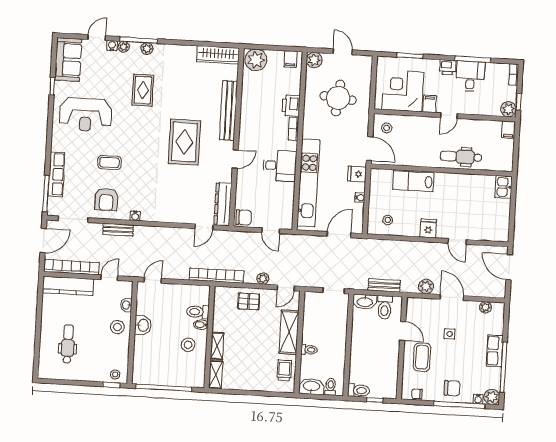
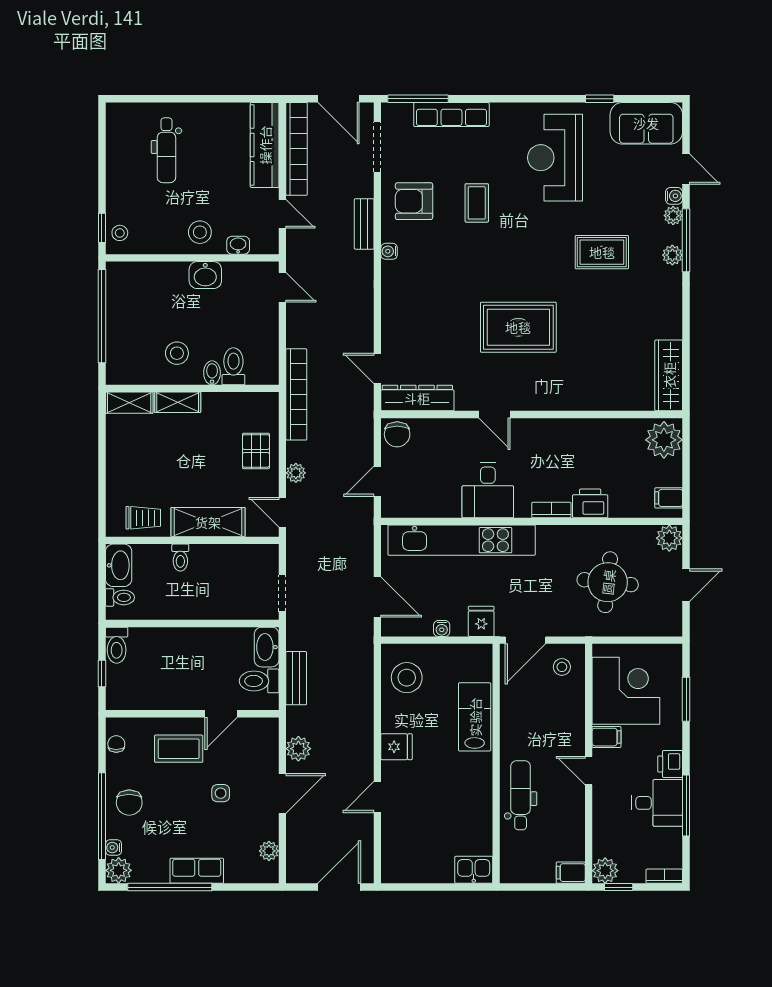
bench: (228, 110) -> (576, 399), removed
stool: (388, 220) -> (407, 678), width x1.89, depth x1.89
dental chair: (68, 344) -> (166, 150), turned 90

